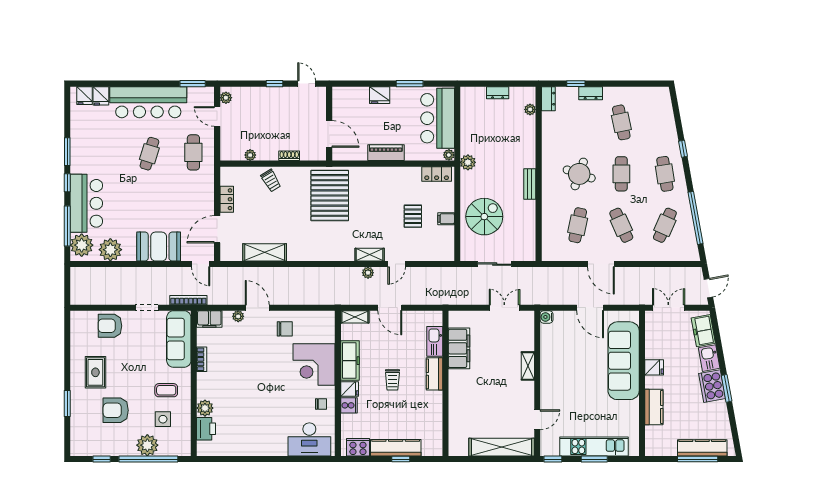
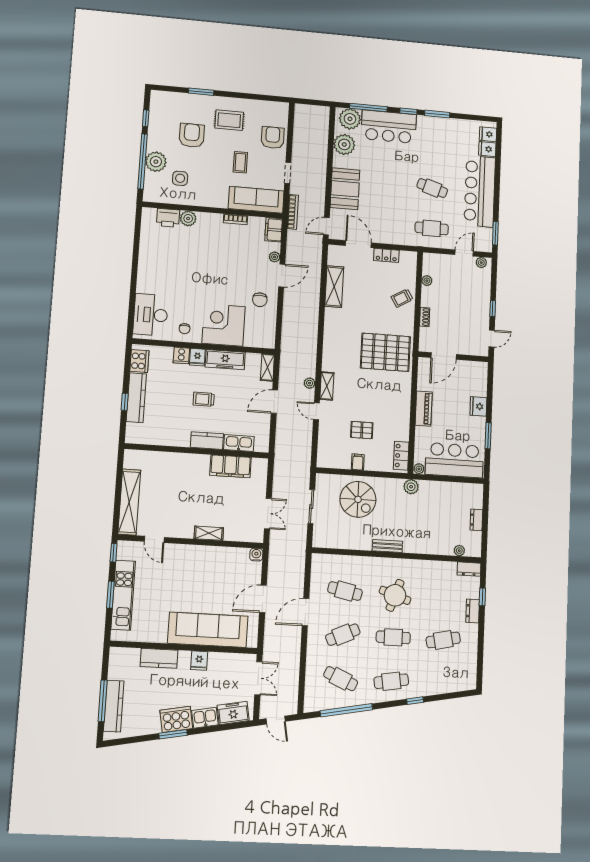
coffee table: (166, 390) -> (240, 162), moved

